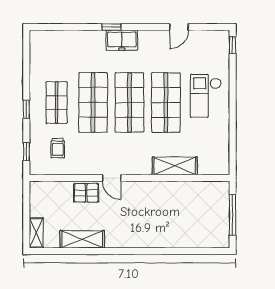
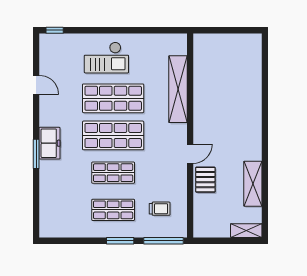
window: (111, 27) -> (36, 154), width x1.50
shop shelf: (93, 102) -> (113, 173), width x0.70, depth x0.74
window: (26, 109) -> (120, 241), width x1.50
window: (26, 152) -> (164, 241), width x2.17
shelving: (175, 166) -> (178, 89), width x1.47
window: (233, 215) -> (228, 30), removed

